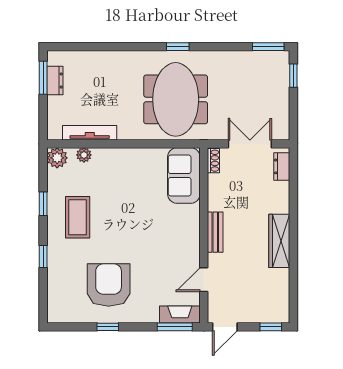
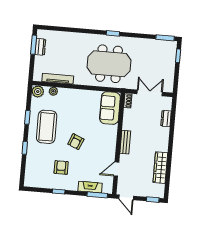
meeting table: (176, 99) -> (109, 64), turned 90
dresser: (282, 166) -> (166, 119), moved
coffee table: (78, 217) -> (47, 127), width x1.36, depth x1.32
armchair: (130, 238) -> (76, 142), added
wardrobe: (279, 241) -> (160, 168), moved
armchair: (109, 285) -> (61, 167), width x0.53, depth x0.53
fireplace: (180, 314) -> (90, 187), moved
door: (225, 327) -> (126, 197), hinge flipped

